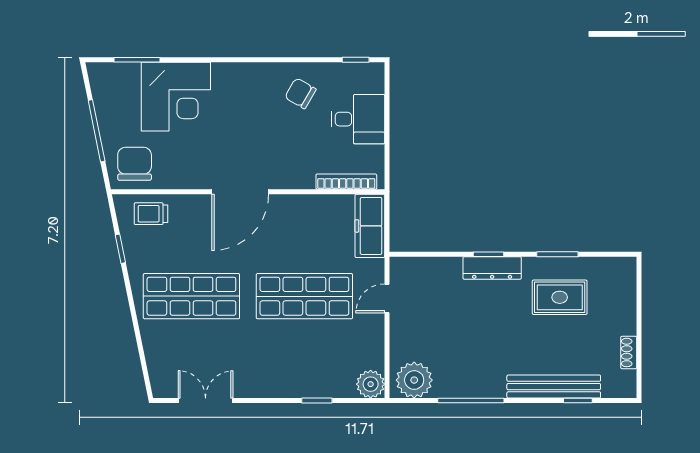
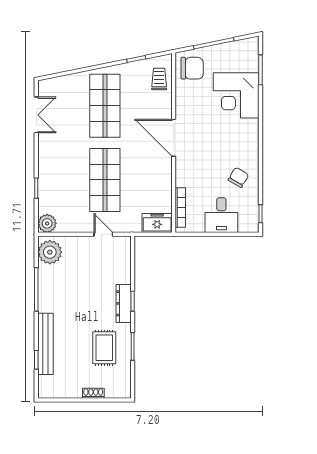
freezer: (370, 226) -> (157, 223), width x0.71
shoe rack: (629, 352) -> (93, 393), moved

